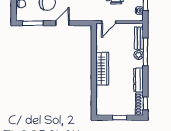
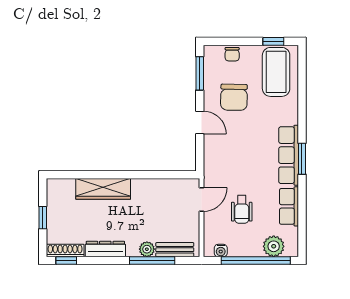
door: (109, 22) -> (202, 199), swing flipped
wardrobe: (102, 69) -> (103, 189), moved

